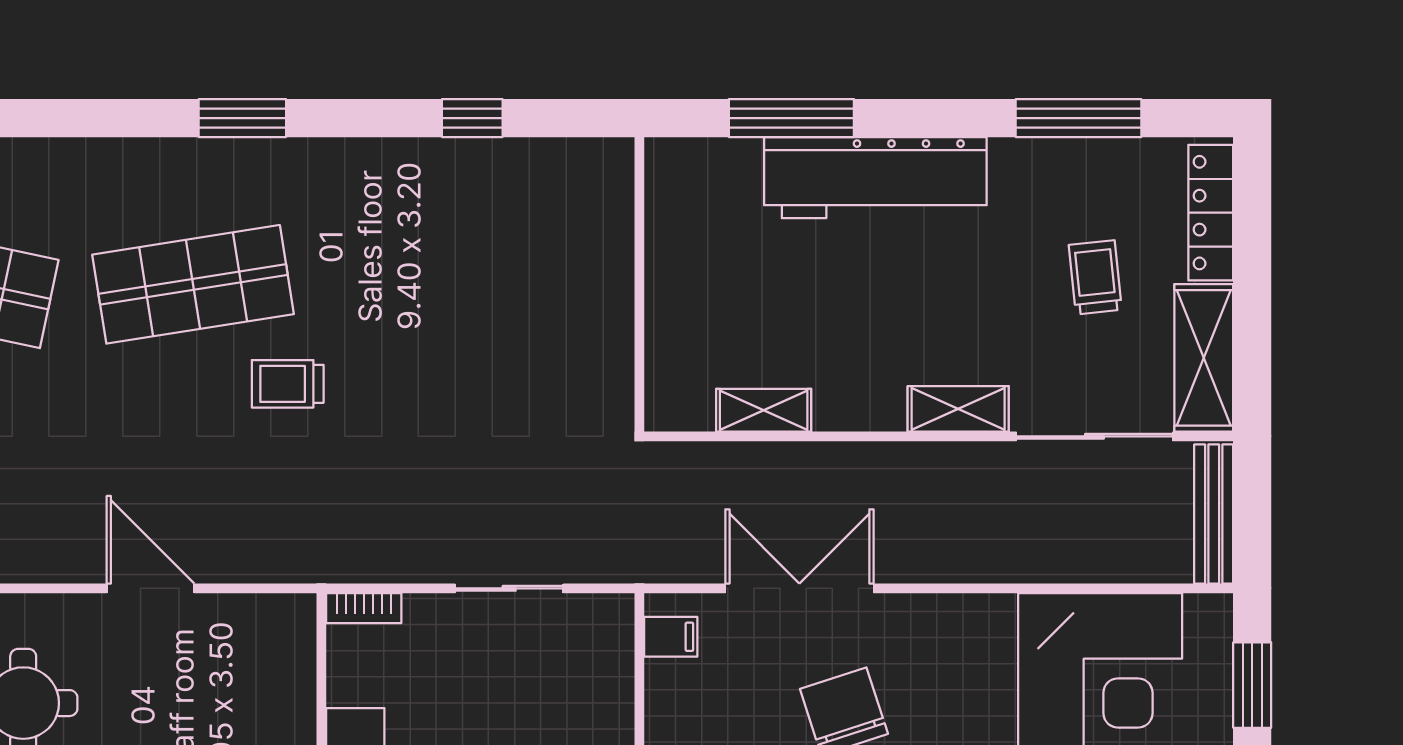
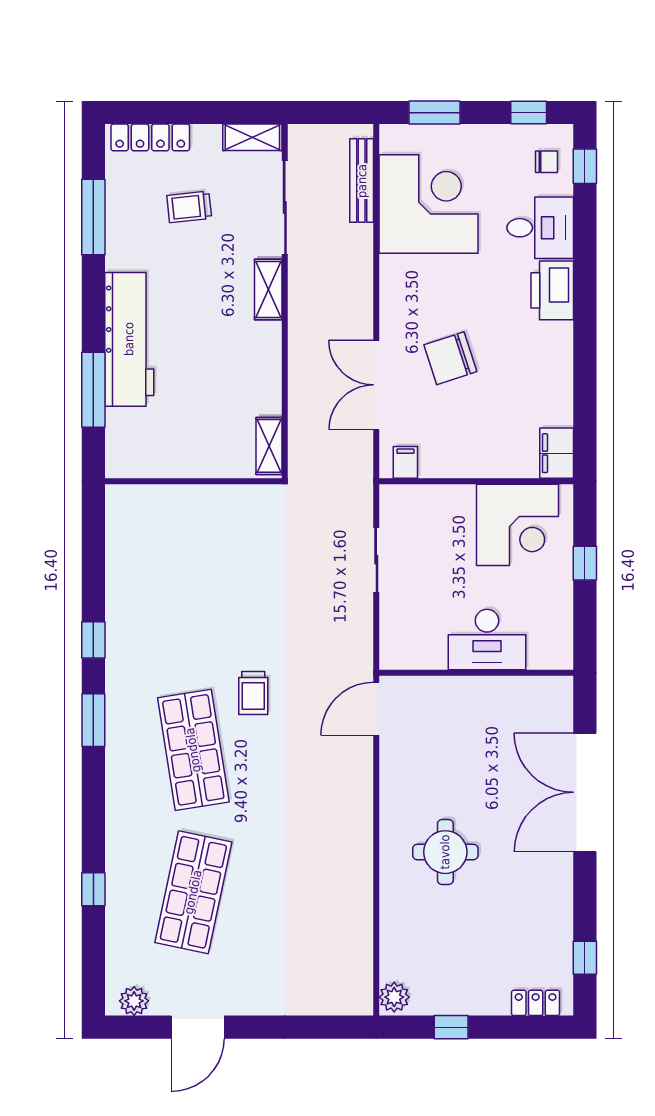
window: (472, 118) -> (93, 640), moved
shelving: (1204, 358) -> (252, 137), width x0.67, depth x0.75
shelving: (764, 410) -> (269, 446), moved
bench: (1214, 514) -> (362, 181), moved, turned 90
door: (150, 588) -> (376, 709), moved
bookcase: (364, 608) -> (388, 647), removed

